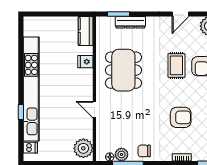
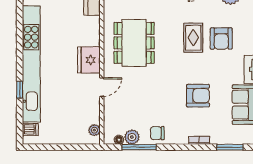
fridge: (85, 62) -> (89, 60), moved, width x1.88, depth x1.34
door: (94, 110) -> (102, 87), swing flipped
plant: (83, 148) -> (94, 130), width x0.53, depth x0.53

